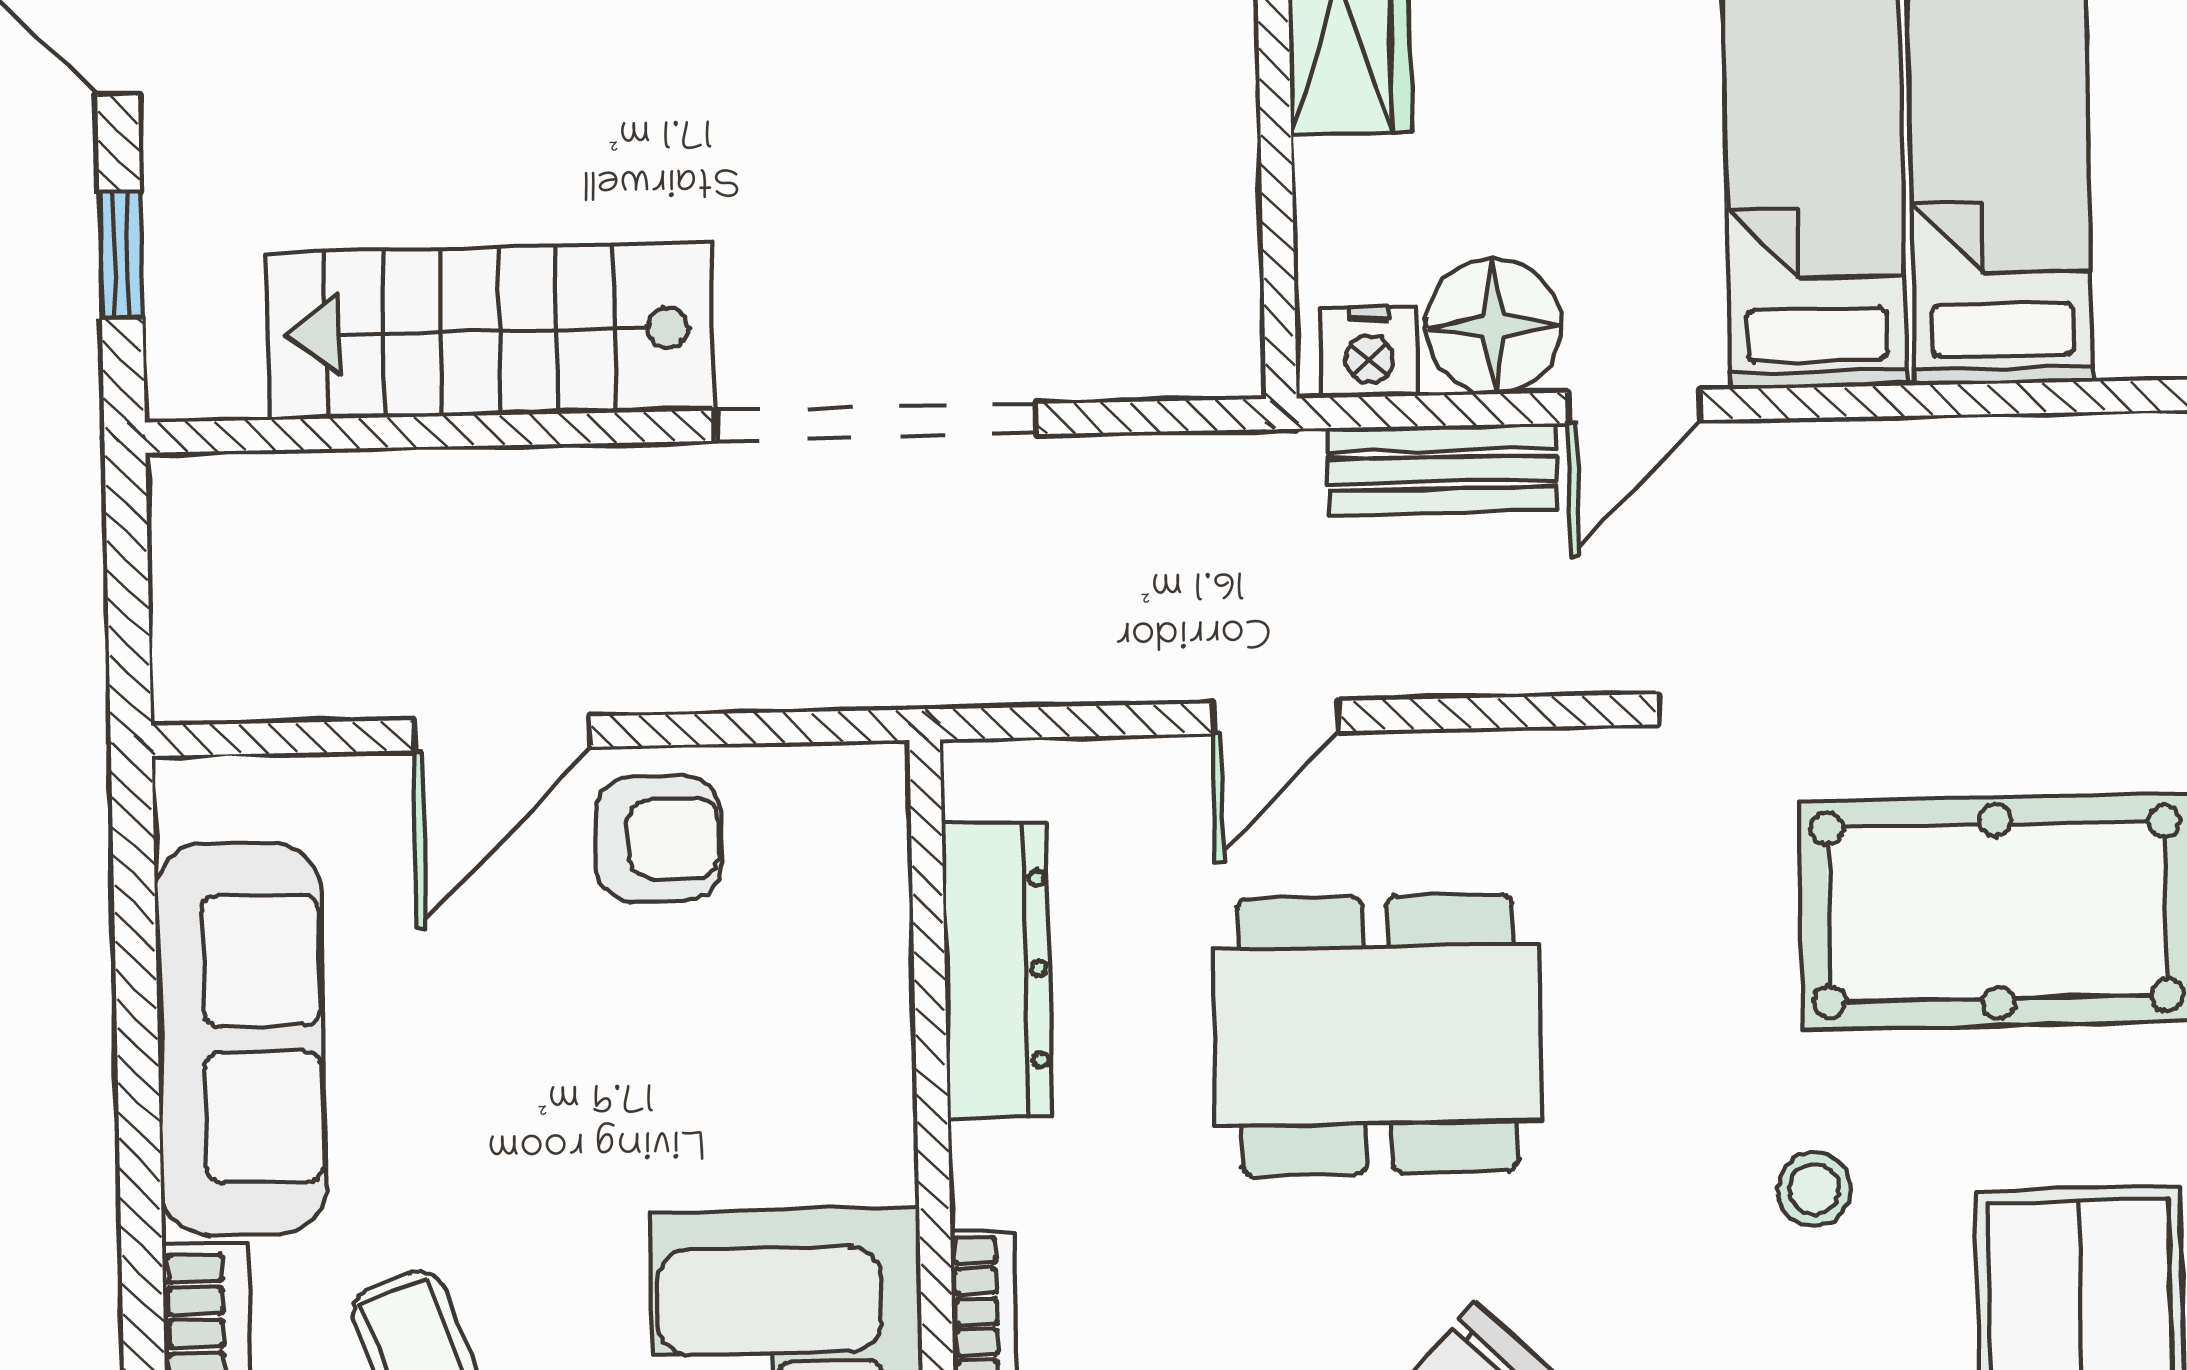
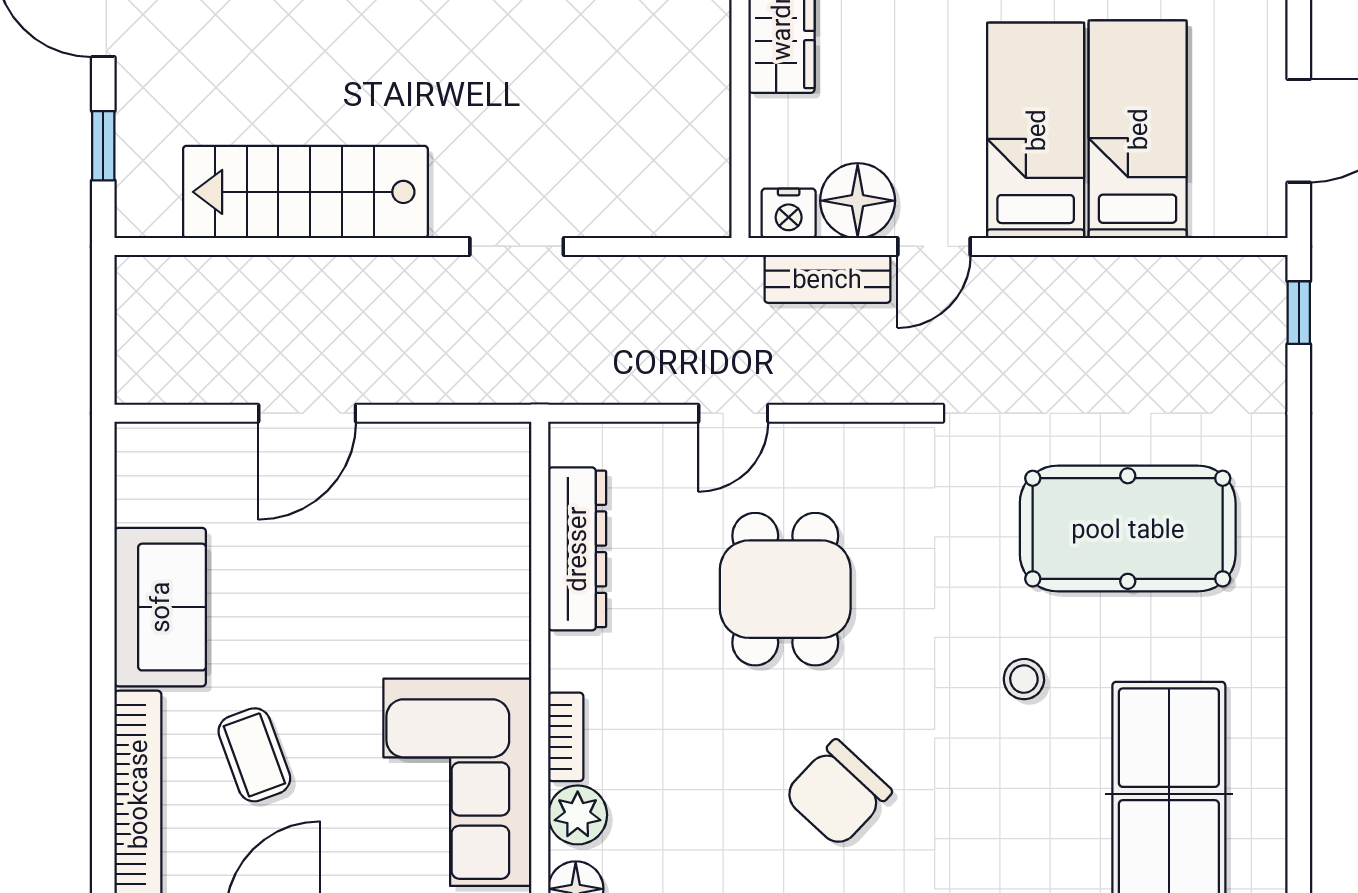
doorway: (876, 422) -> (517, 246), width x0.53
armchair: (659, 839) -> (392, 473), removed
dining table: (1377, 1035) -> (785, 589), width x0.73
sofa: (241, 1039) -> (160, 607), width x0.73

